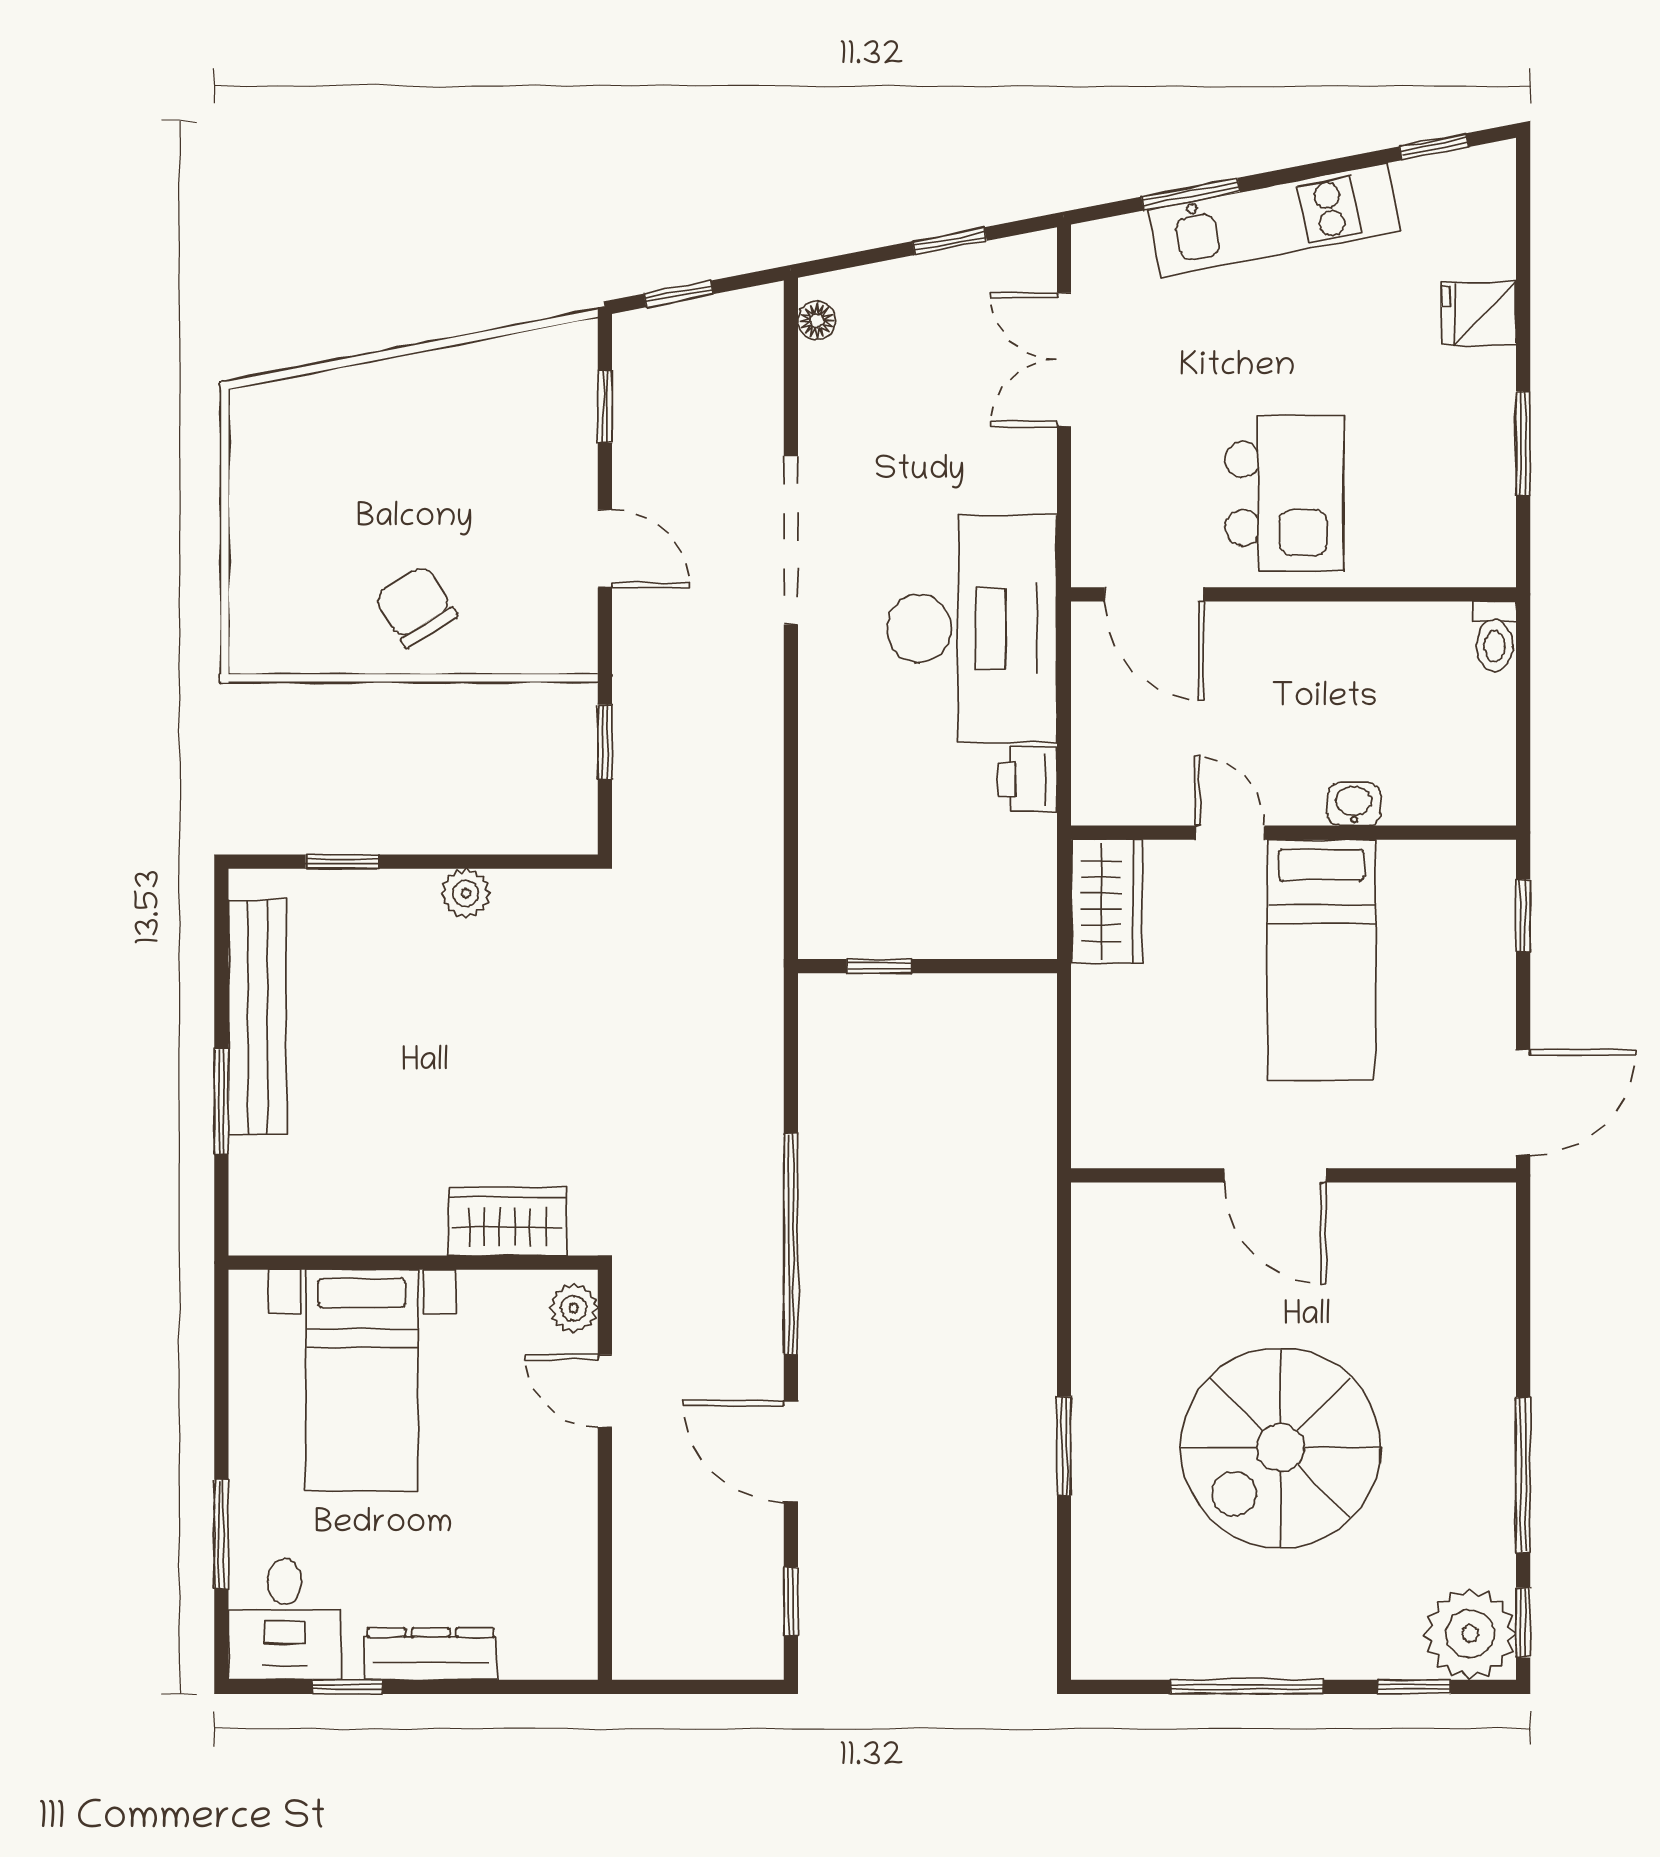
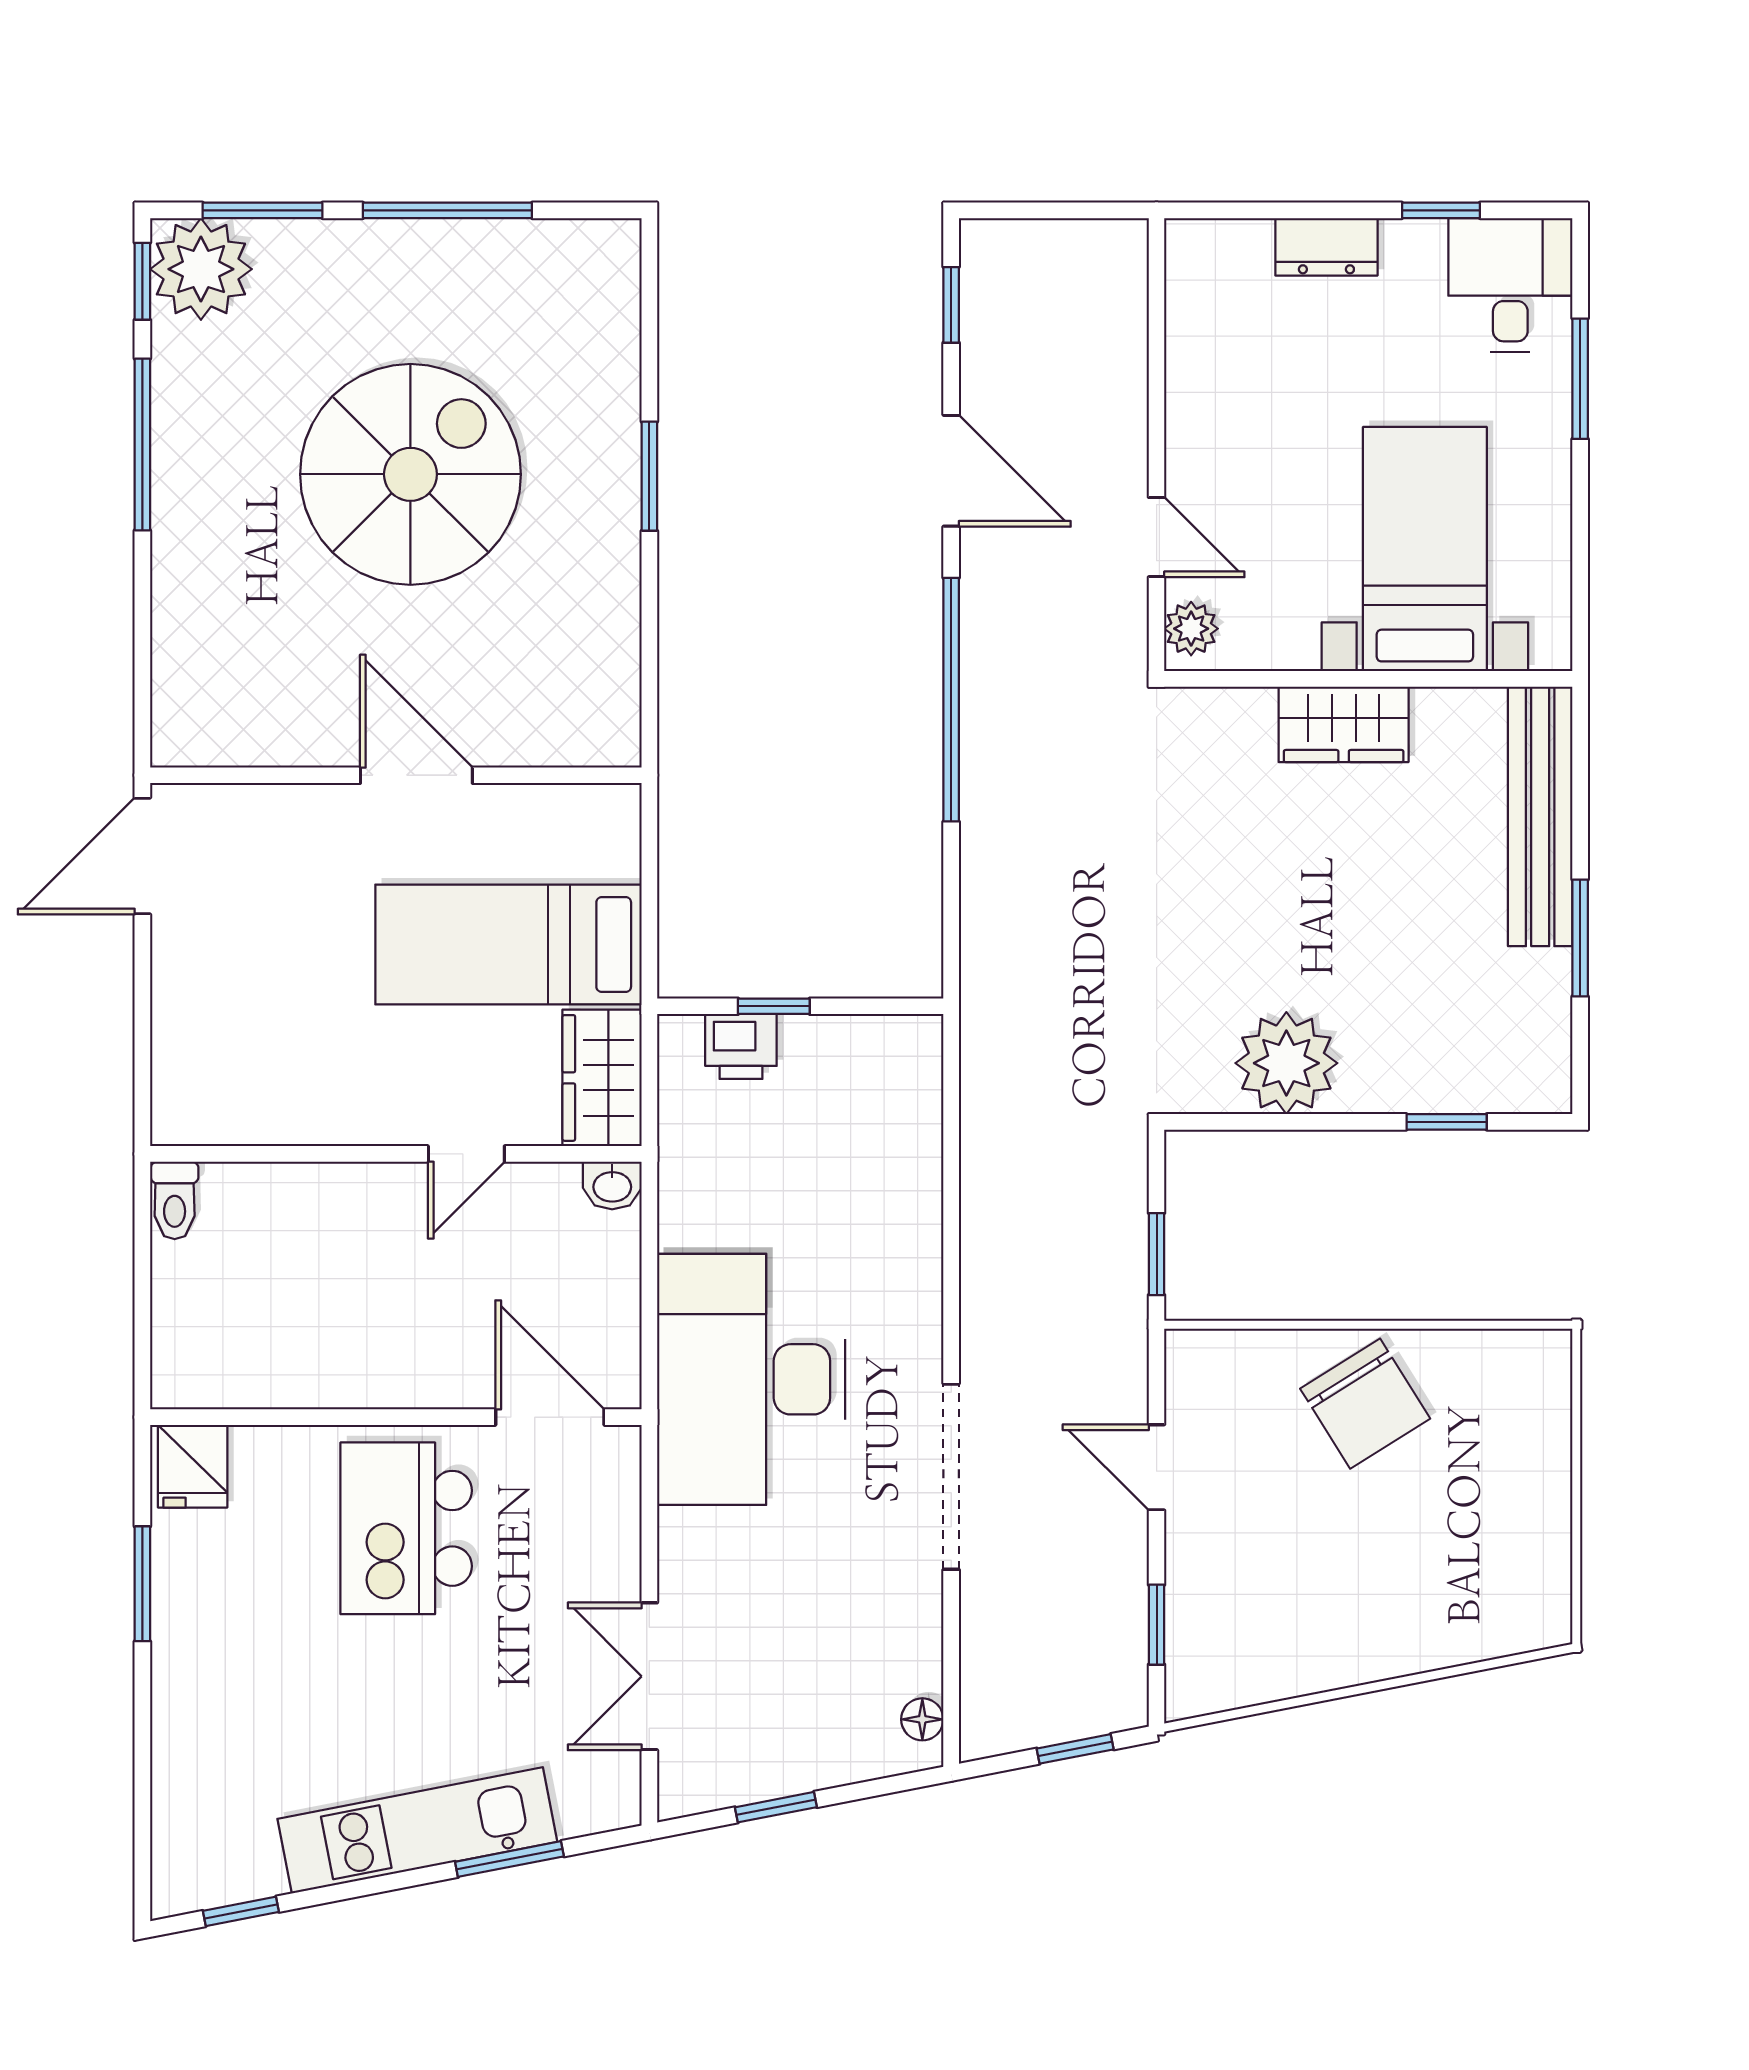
fridge: (1479, 313) -> (193, 1466), moved, turned 90
double door: (1064, 360) -> (649, 1676), swing flipped
chair: (416, 606) -> (1365, 1404), width x1.37, depth x1.37
toilet: (1495, 636) -> (175, 1200), moved, turned 180
printer: (1028, 779) -> (741, 1046), moved, turned 90
washbasin: (1354, 804) -> (612, 1185), moved
door: (1230, 833) -> (466, 1154), hinge flipped
plant: (466, 893) -> (1286, 1063), width x1.87, depth x1.87
window: (1523, 916) -> (142, 1062), removed
bed: (1321, 960) -> (508, 945), moved, turned -90
window: (879, 966) -> (774, 1006), moved
bench: (258, 1017) -> (1540, 816), moved
window: (221, 1102) -> (1580, 938), moved
wardrobe: (507, 1221) -> (1344, 724), moved
dresser: (431, 1654) -> (1326, 247), width x0.70
window: (1414, 1687) -> (263, 210), width x1.50

